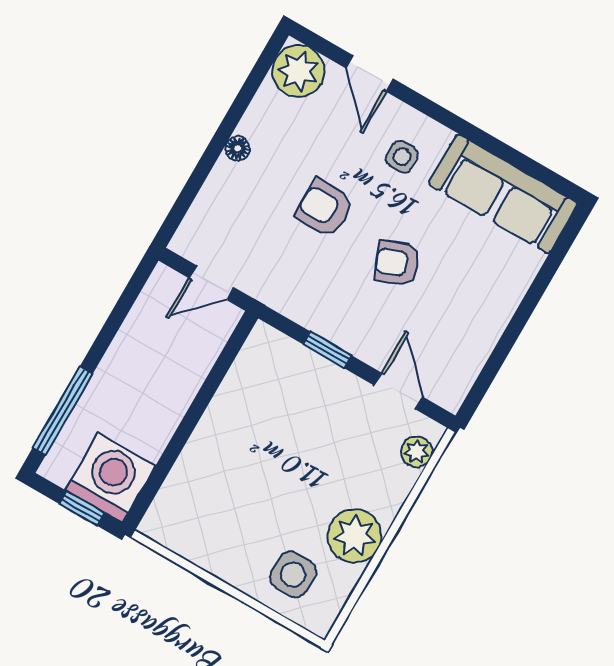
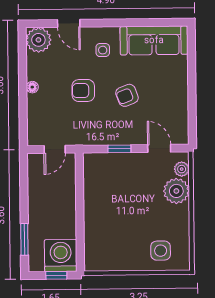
window: (63, 411) -> (24, 239), width x0.69
plant: (355, 536) -> (176, 191), moved

